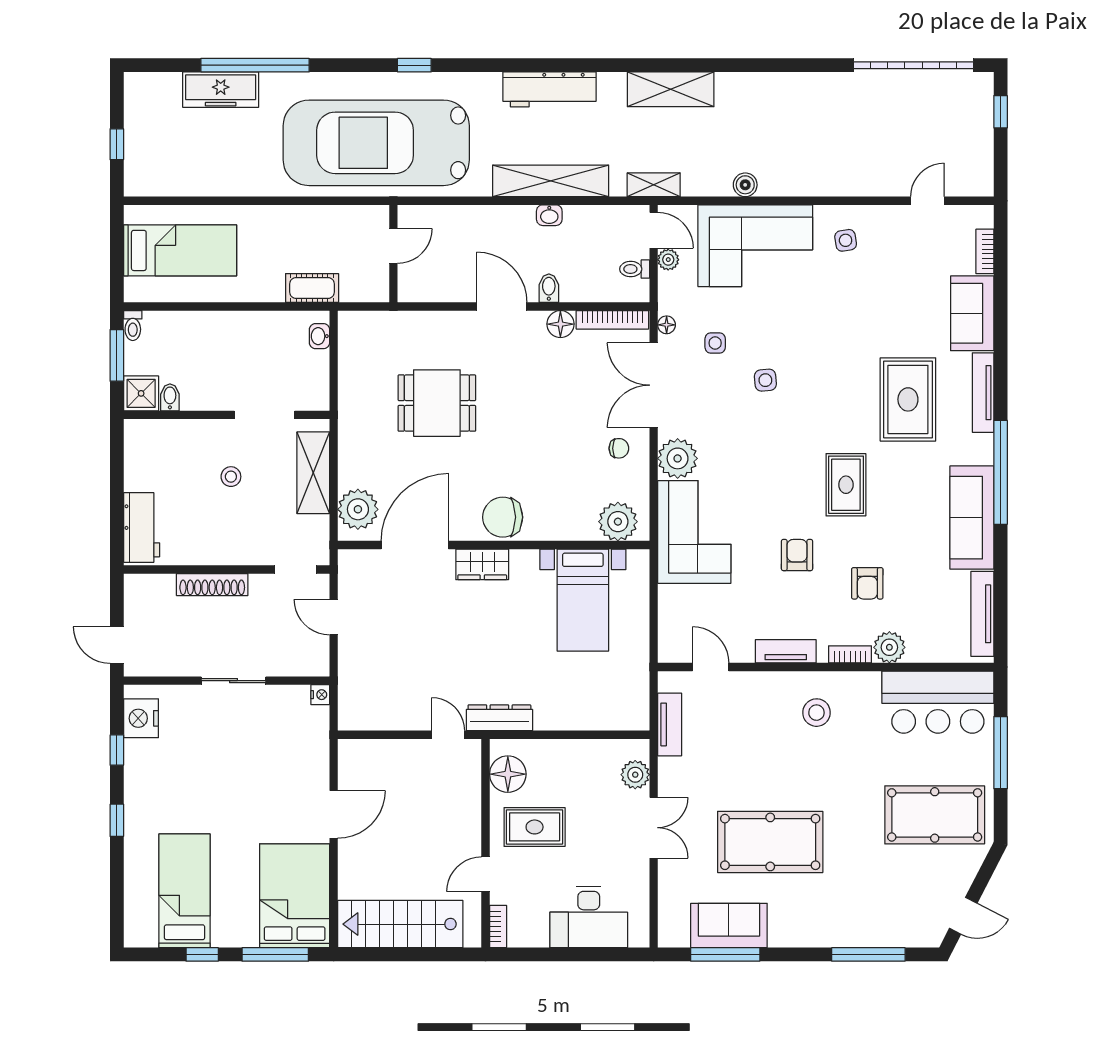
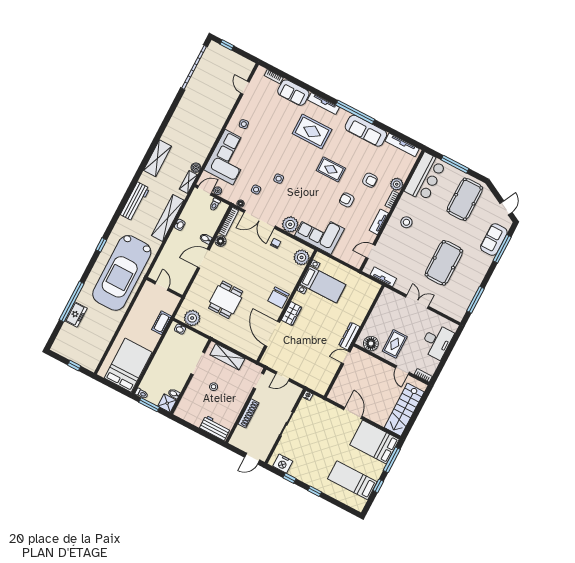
freezer: (221, 90) -> (76, 315), width x0.71
boiler: (745, 185) -> (196, 168), moved
bed: (180, 250) -> (128, 365), width x1.50
plant: (358, 509) -> (192, 318), moved
plant: (635, 775) -> (395, 298), removed
sofa: (729, 925) -> (494, 240), moved

